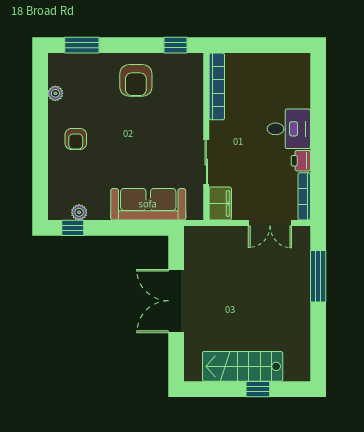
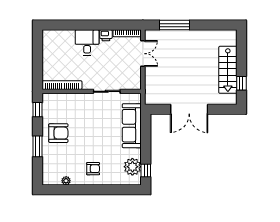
window: (82, 45) -> (37, 146), moved
filing cabinet: (220, 204) -> (131, 83), removed
plant: (79, 212) -> (132, 167), width x1.87, depth x1.87
window: (258, 389) -> (241, 83), moved

